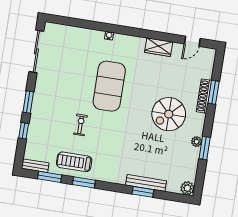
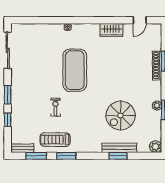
spiral stairs: (169, 114) -> (121, 116), moved

